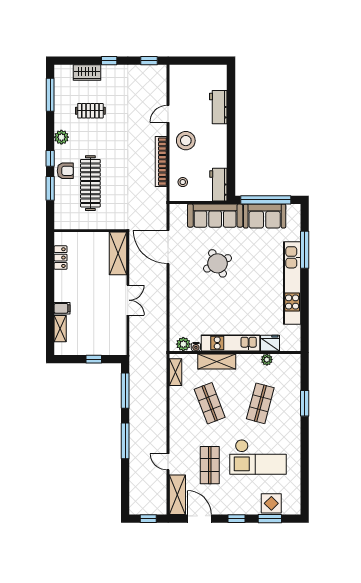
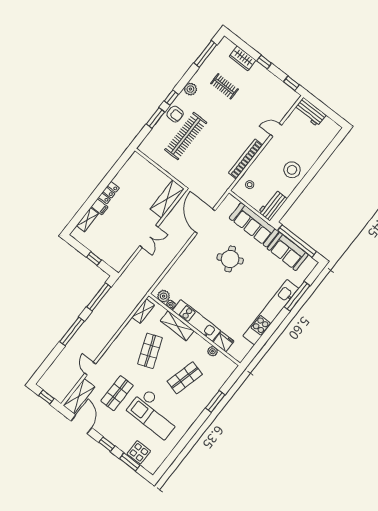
workbench: (218, 107) -> (310, 112), moved, turned -90
stool: (186, 141) -> (292, 170), moved
locker: (61, 258) -> (109, 193), moved

